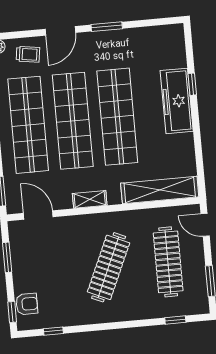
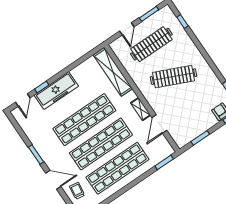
door: (189, 49) -> (23, 100), added
door: (38, 215) -> (159, 124), moved
door: (205, 225) -> (127, 29), moved

